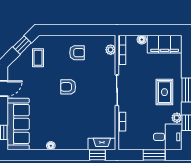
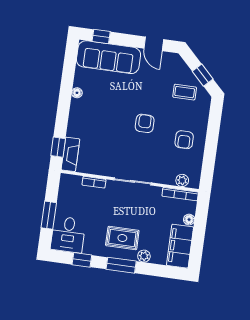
plant: (177, 118) -> (144, 256), moved

